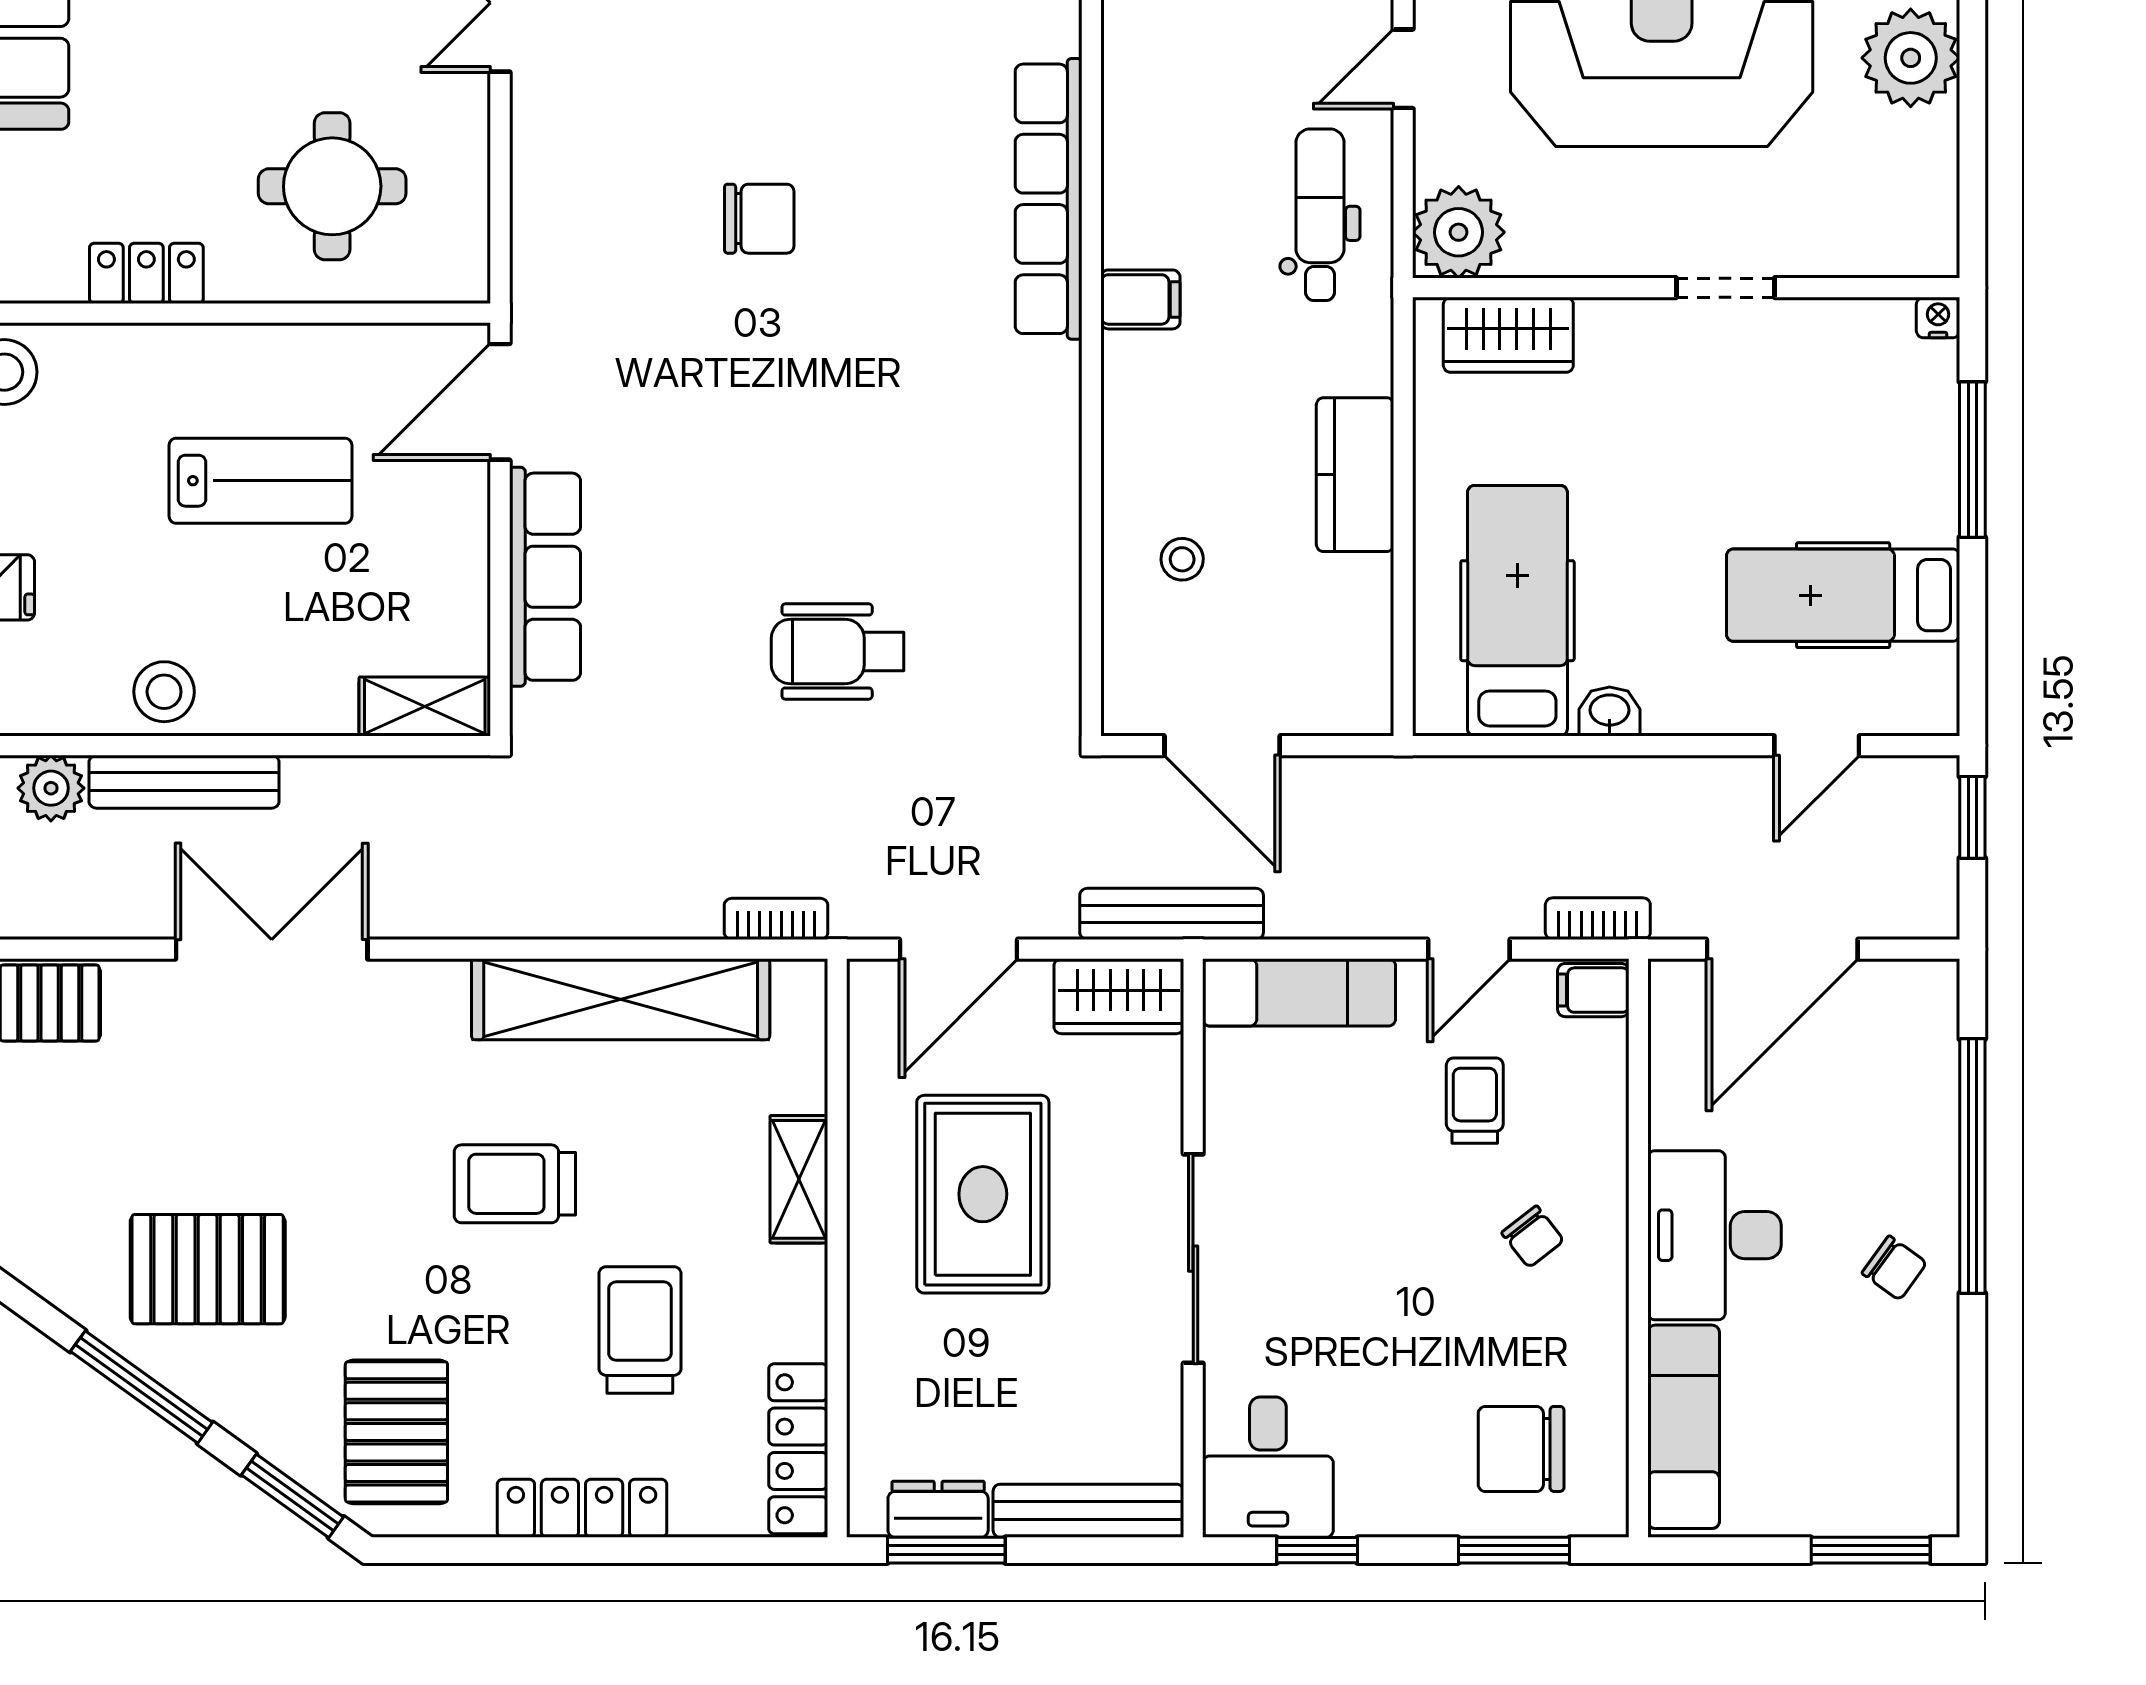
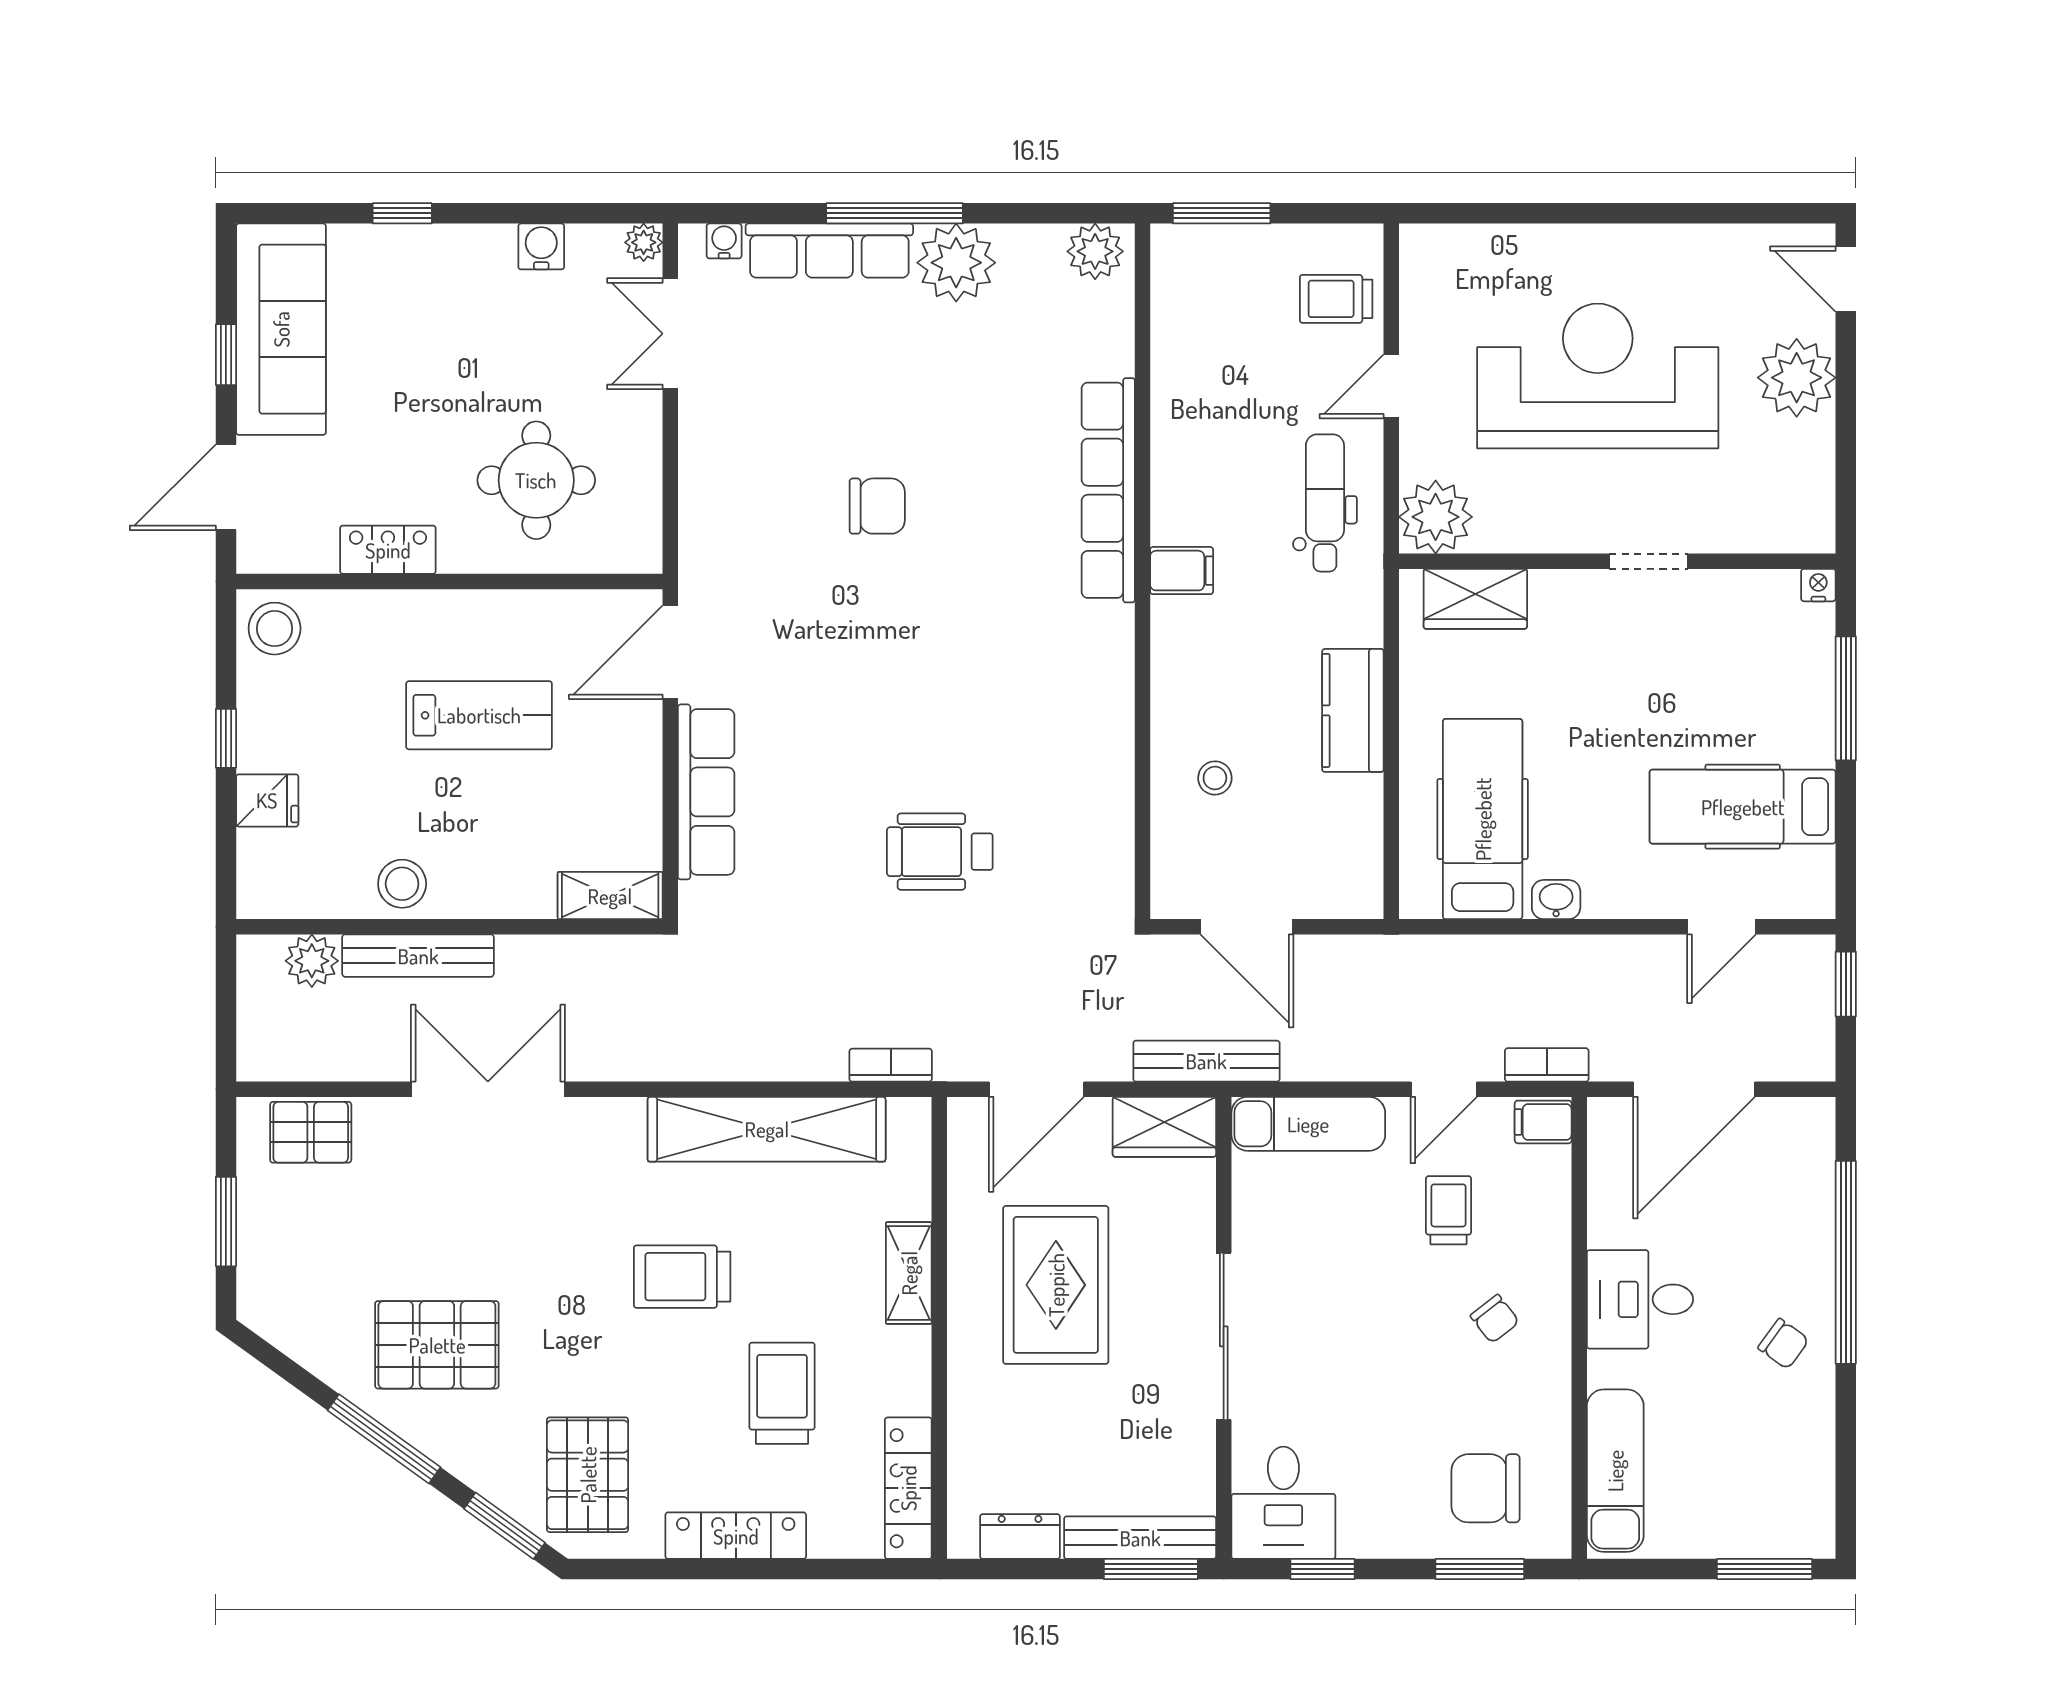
desk: (1715, 1235) -> (1640, 1299), width x0.73
window: (946, 1550) -> (1151, 1569), moved

